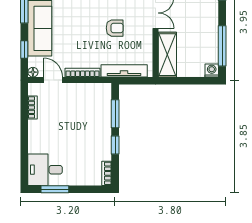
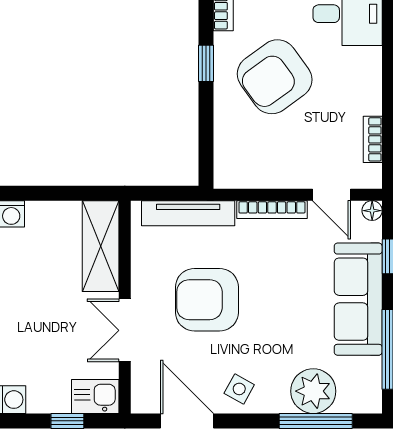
armchair: (115, 28) -> (207, 300), width x1.88, depth x1.88
window: (115, 114) -> (206, 127), removed
armchair: (81, 138) -> (275, 77), added

